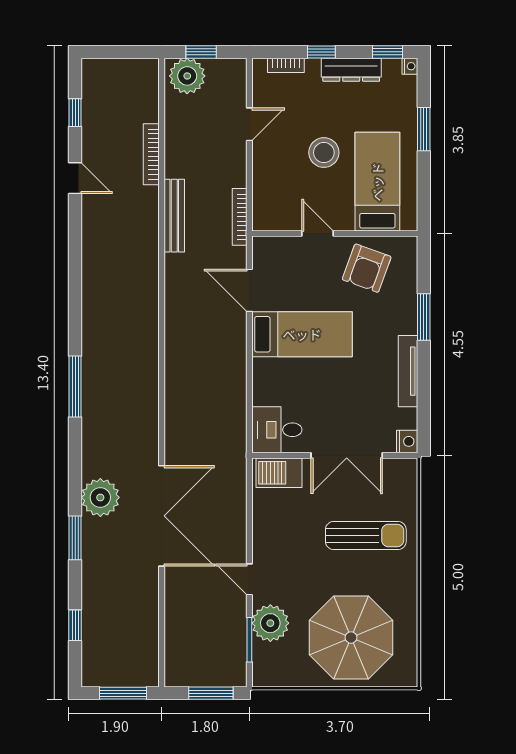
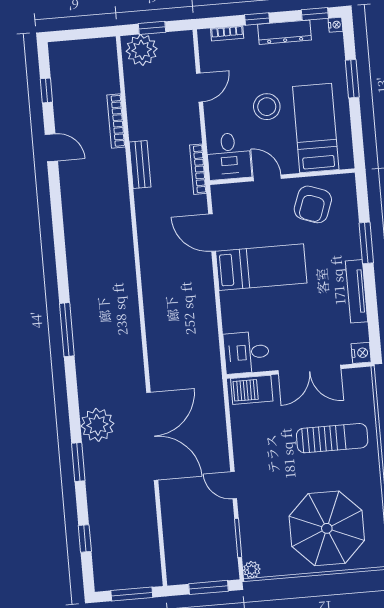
desk: (276, 205) -> (229, 156), added
bench: (174, 216) -> (140, 164), width x0.73
plant: (270, 623) -> (252, 570), moved, width x0.53, depth x0.53

